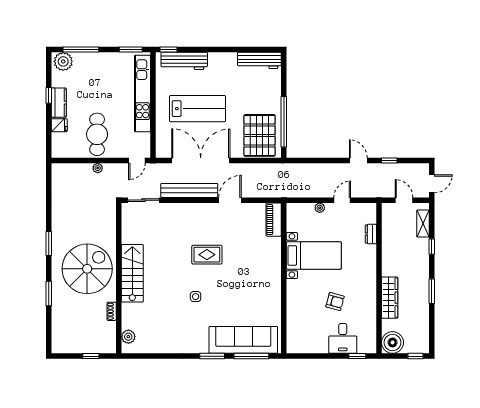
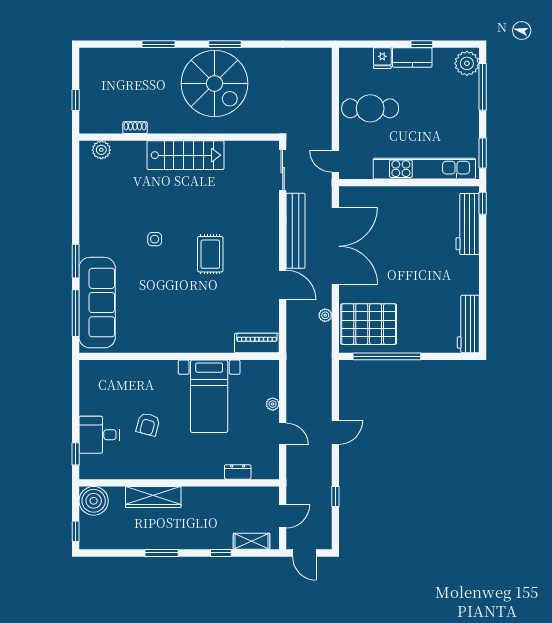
lab bench: (198, 109) -> (404, 242), removed
door: (358, 161) -> (335, 432), moved
plant: (98, 168) -> (325, 315), moved
spiral stairs: (87, 269) -> (214, 83), moved

